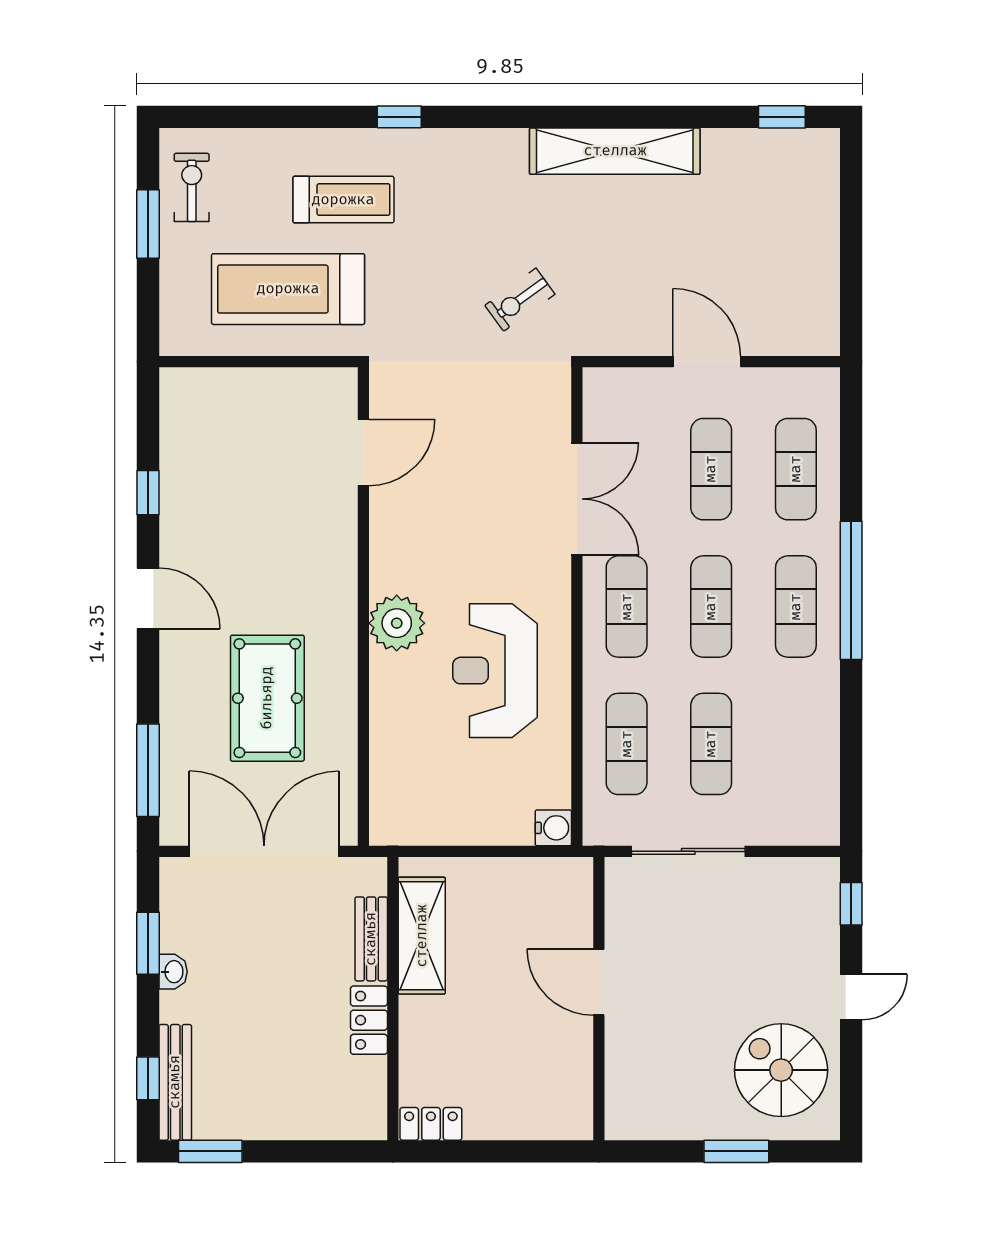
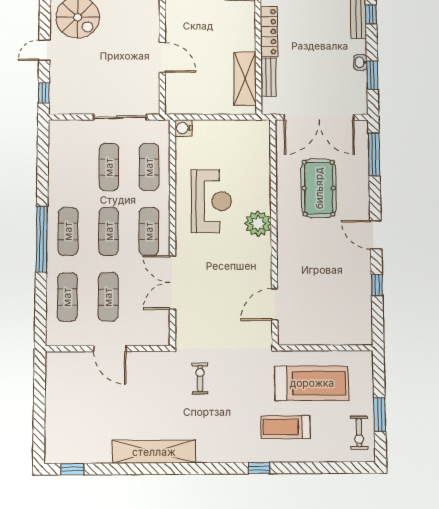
exercise bike: (520, 300) -> (200, 378), turned -54
locker: (369, 1020) -> (269, 32), width x1.53

